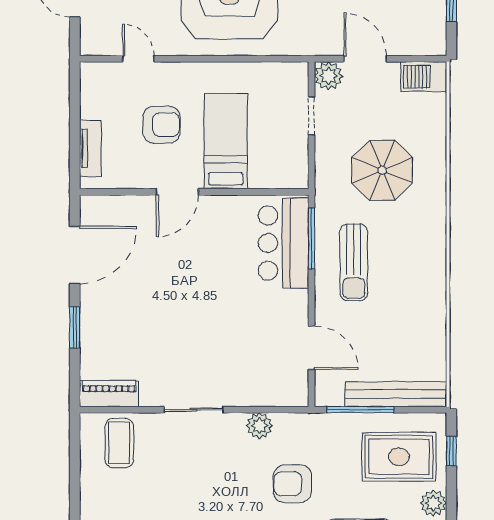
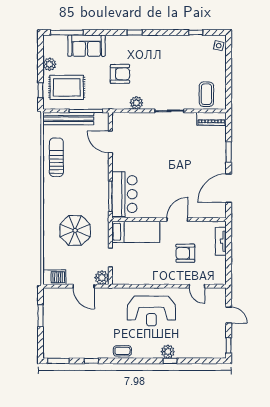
bed: (226, 141) -> (136, 232), moved, turned -90
sun lounger: (354, 262) -> (56, 157), moved

